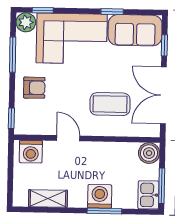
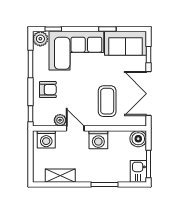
coffee table: (110, 104) -> (107, 101), turned 90
plant: (49, 127) -> (60, 120), added
washing machine: (100, 196) -> (98, 140), moved, turned 180

